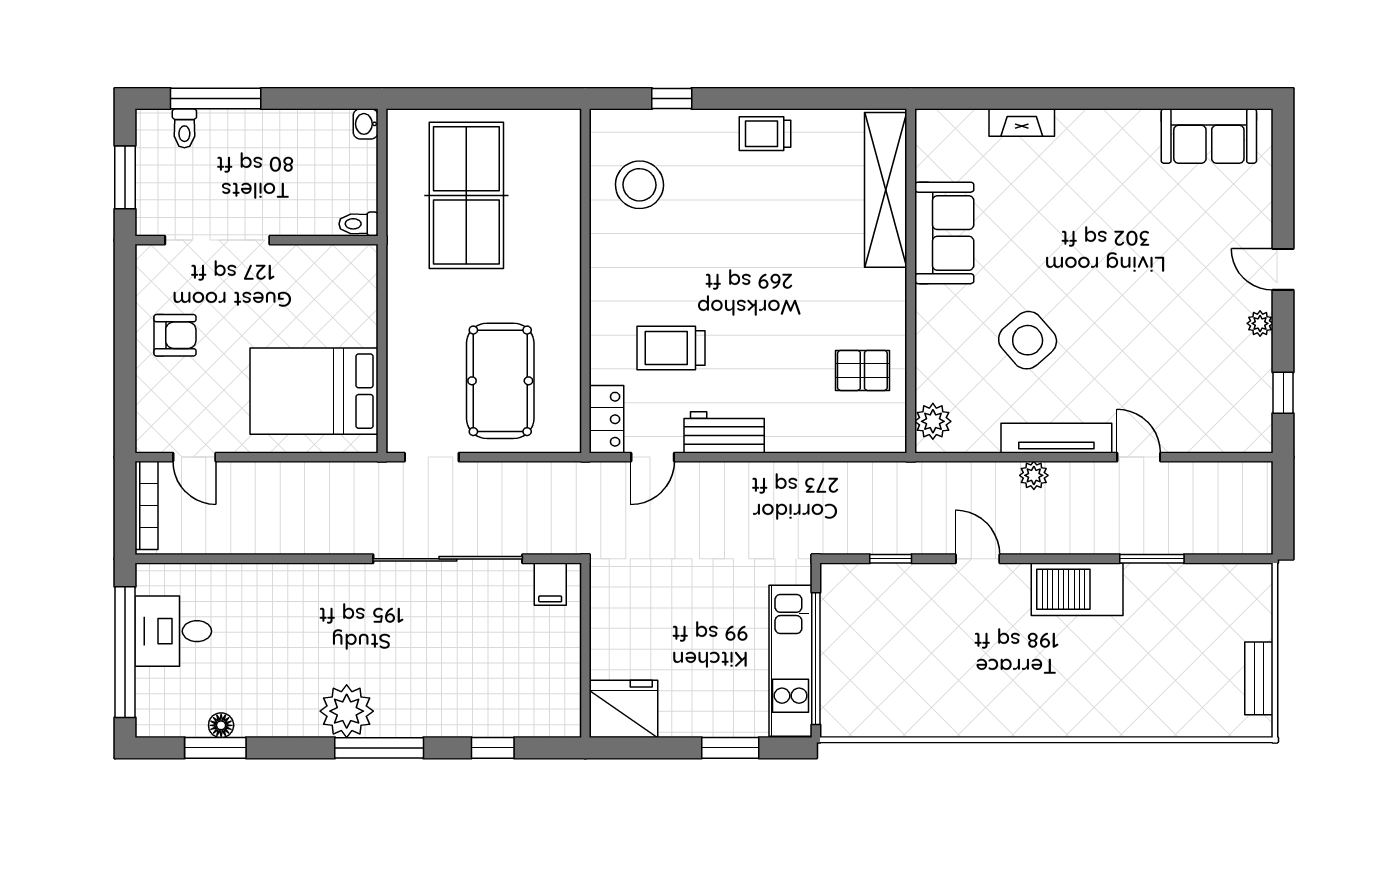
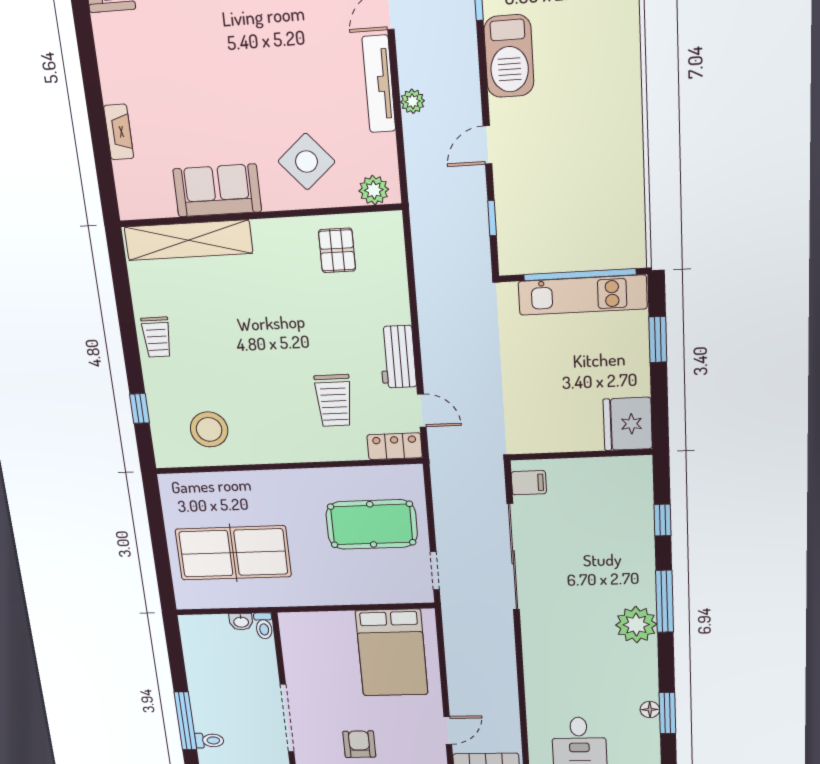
washbasin: (366, 124) -> (241, 622), moved
side table: (1028, 340) -> (306, 162), moved

